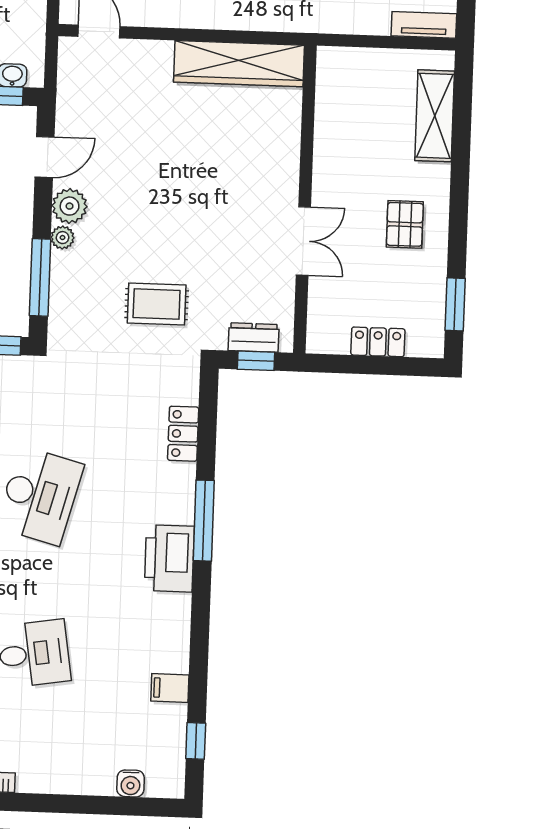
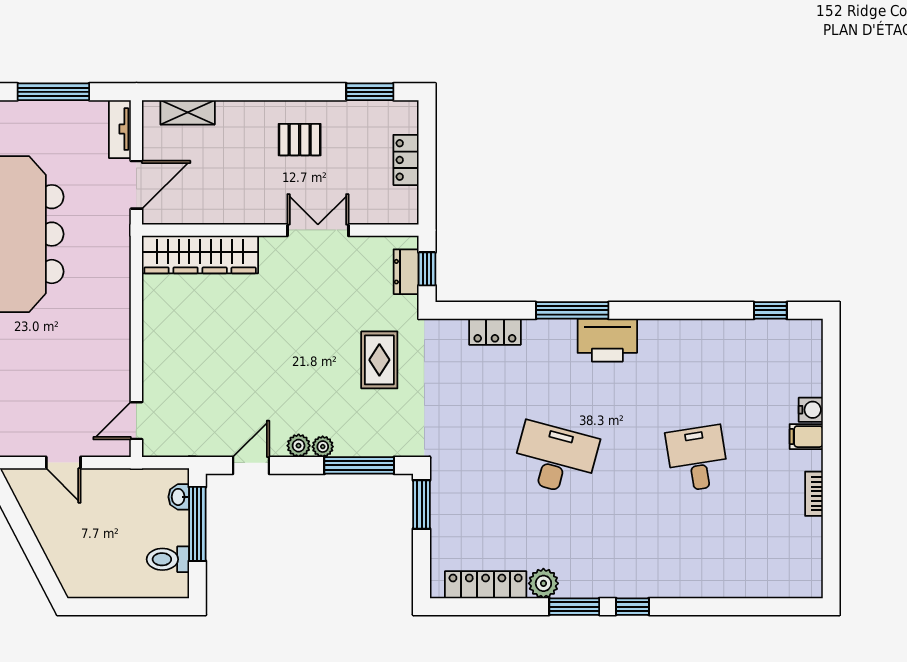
door: (361, 41) -> (136, 185), added
wardrobe: (239, 64) -> (200, 255), moved, turned 90
shelving: (435, 116) -> (188, 112), width x0.67, depth x0.75
door: (44, 157) -> (251, 465), hinge flipped
plant: (70, 206) -> (299, 446), width x0.73, depth x0.73
filing cabinet: (170, 688) -> (806, 437), moved, turned 90
water cooler: (131, 783) -> (811, 410), moved

